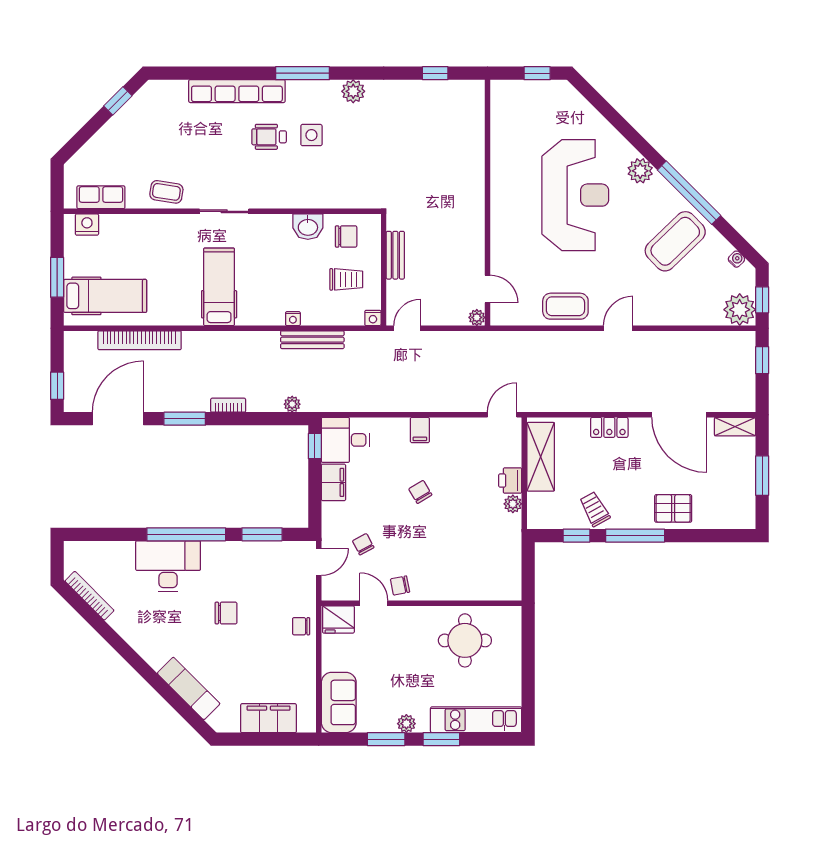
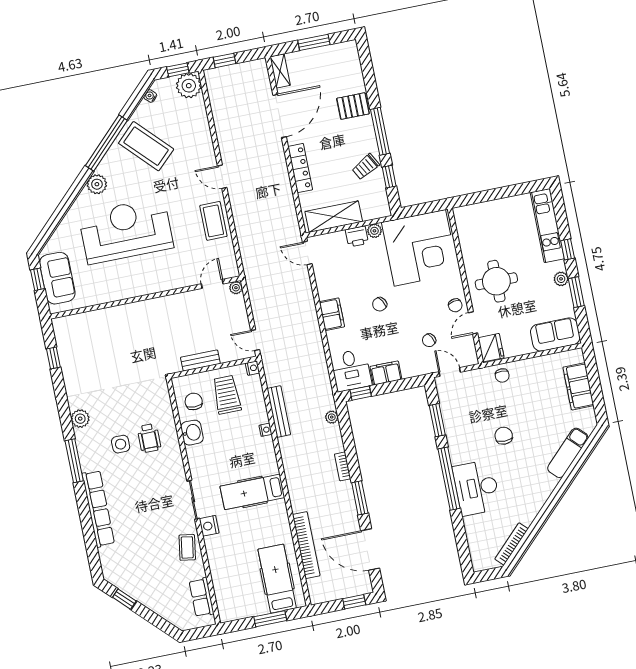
sofa: (533, 98) -> (57, 278), added
wheelchair: (269, 137) -> (149, 438), moved
nightstand: (87, 225) -> (209, 526), moved
trolley: (346, 279) -> (227, 395), width x1.36, depth x1.39
locker: (609, 427) -> (300, 168), width x1.53
filing cabinet: (420, 430) -> (332, 314), width x2.00
pallet: (673, 508) -> (353, 106), turned 90
corner desk: (480, 556) -> (420, 248), added
round table: (465, 640) -> (496, 281), moved
window: (441, 739) -> (568, 249), width x0.67

